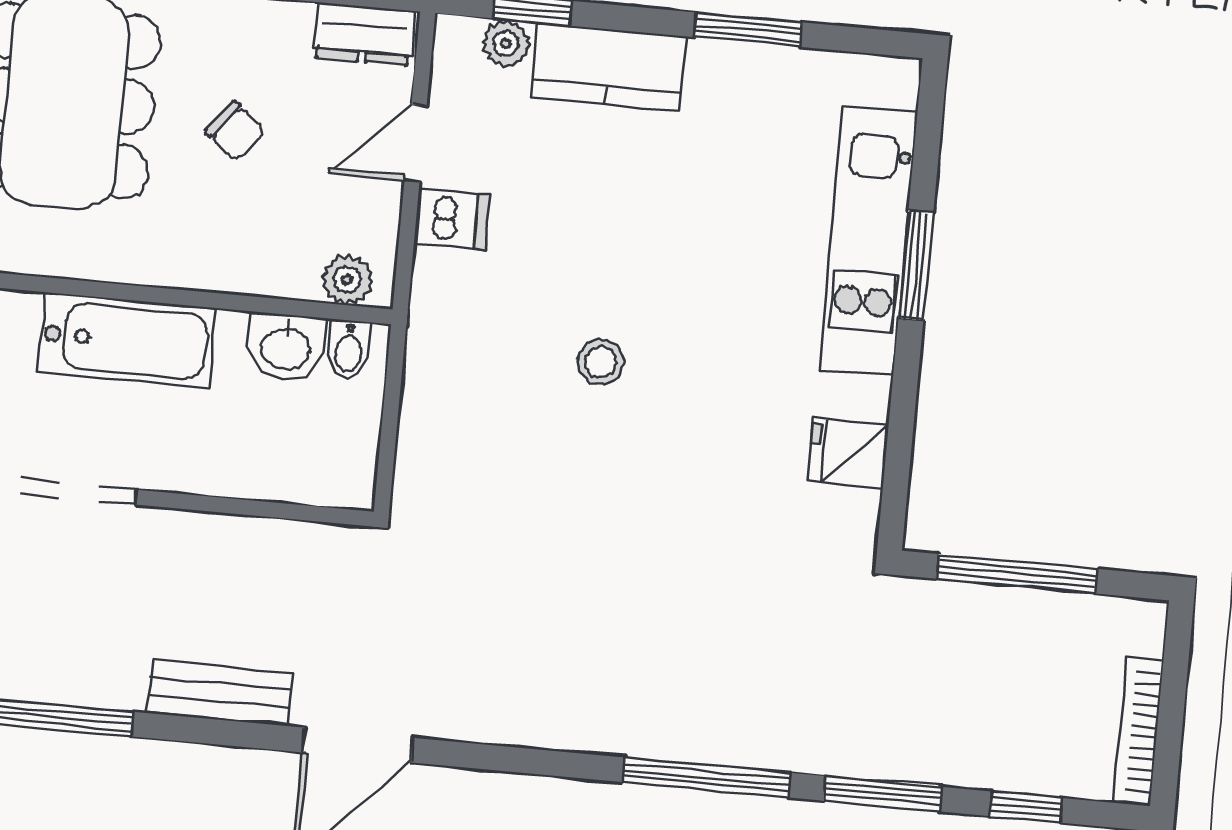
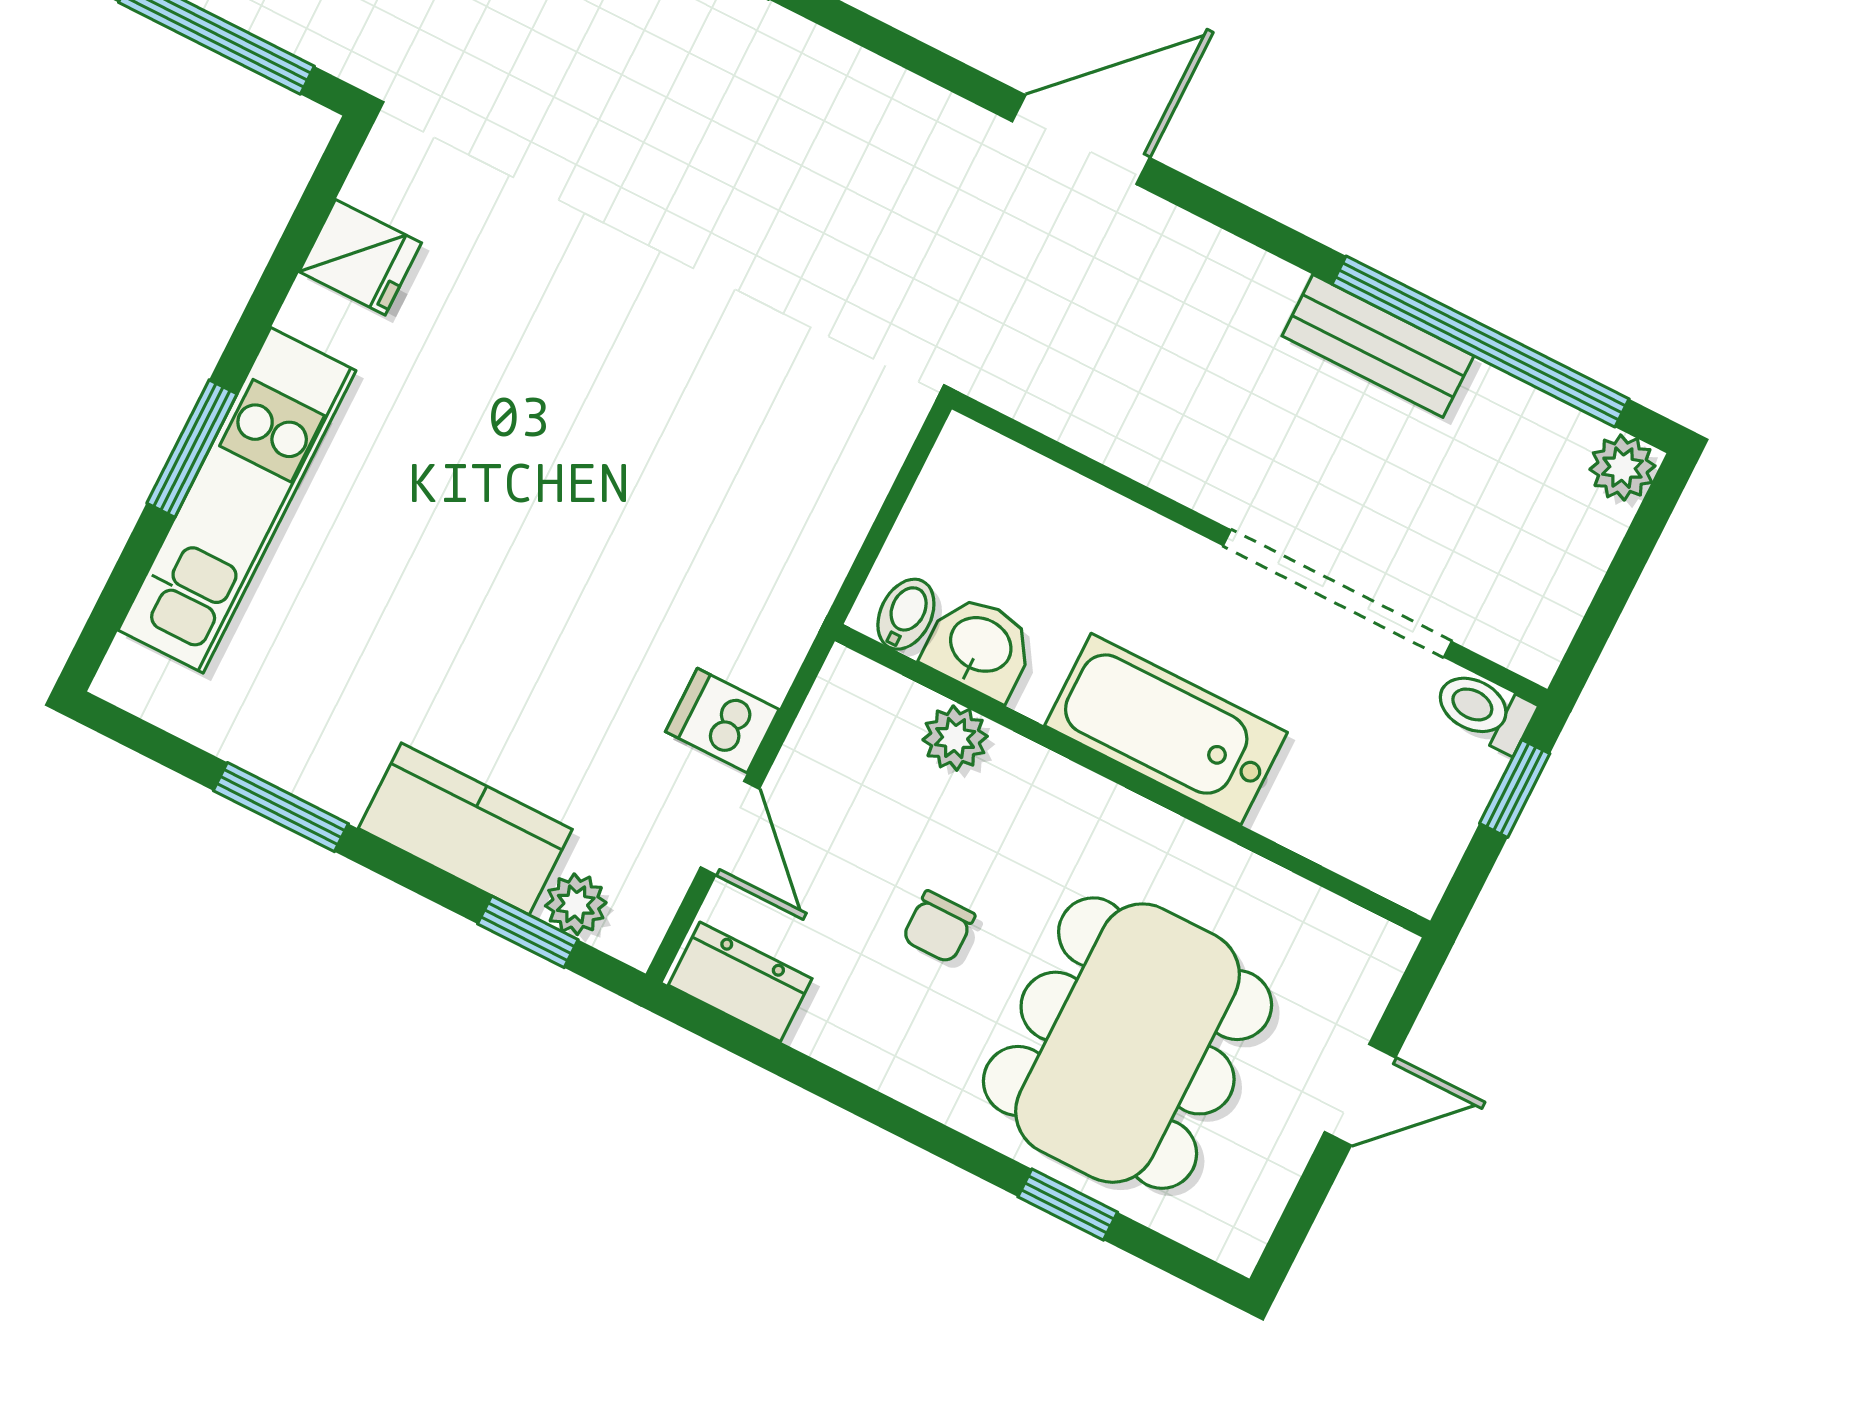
chair: (235, 131) -> (939, 927), turned -129
door: (416, 143) -> (730, 828), hinge flipped
plant: (347, 280) -> (955, 738), moved
stool: (601, 362) -> (612, 481), removed
bench: (220, 693) -> (1378, 346), moved

